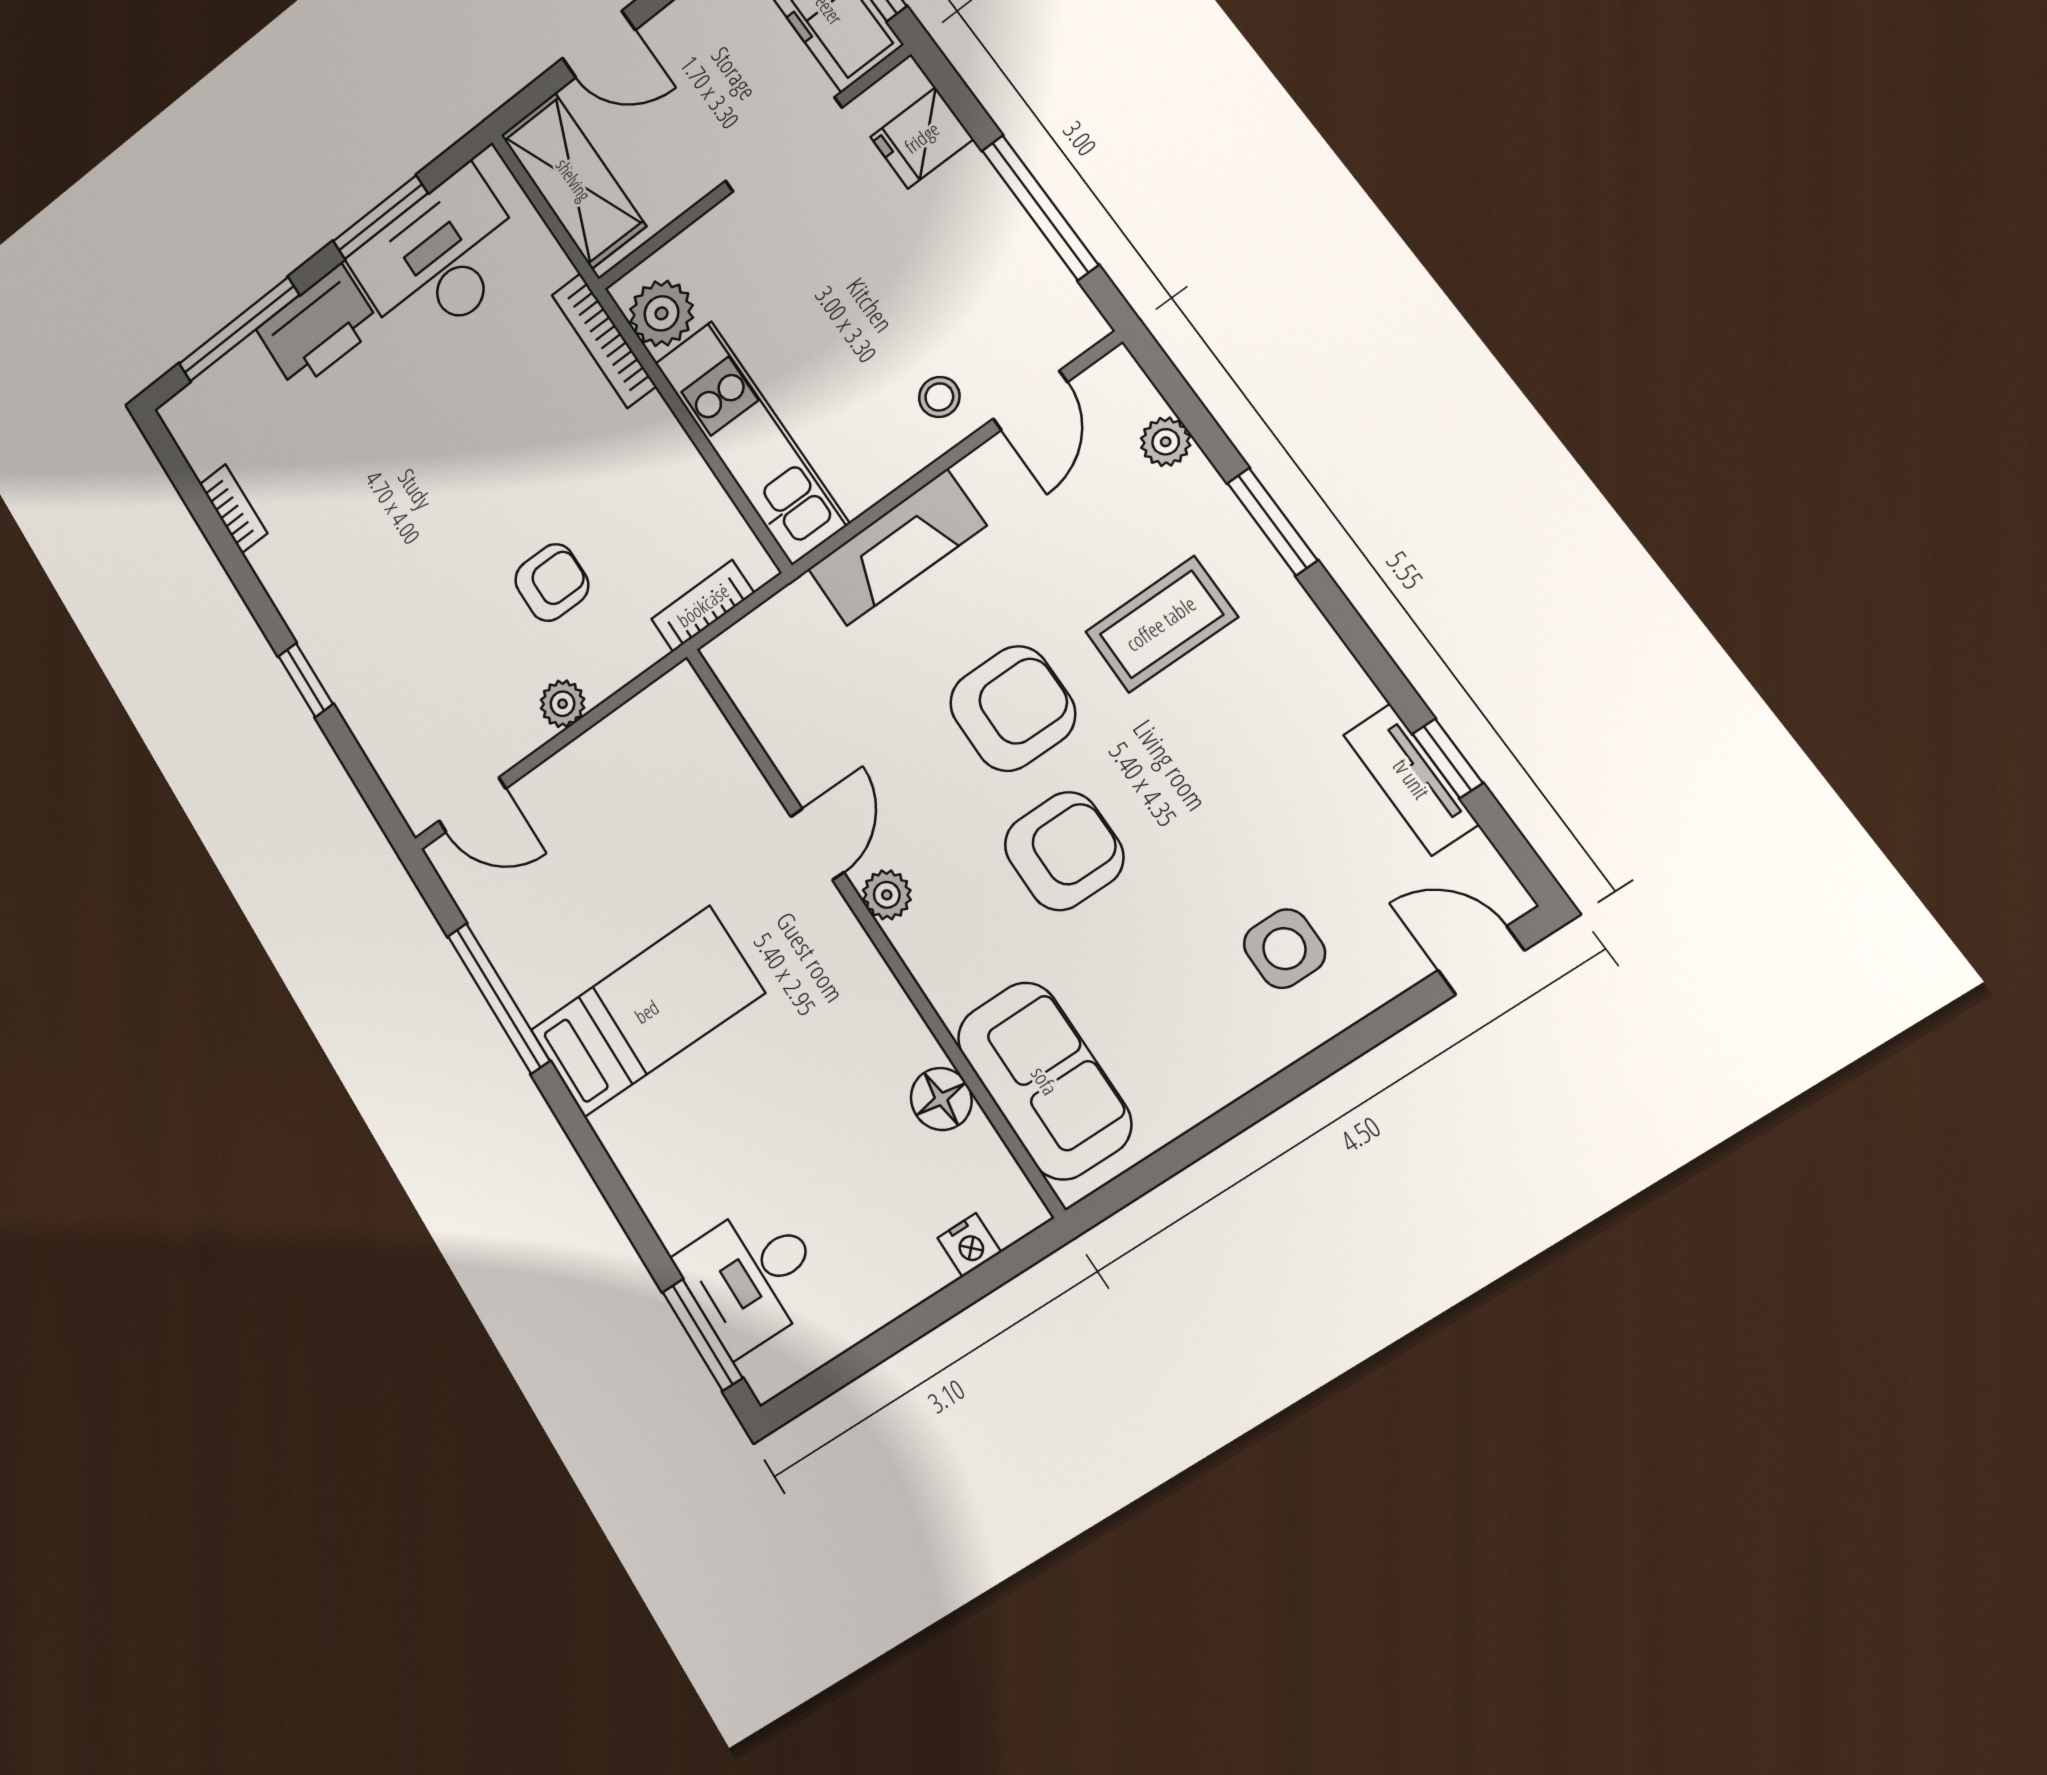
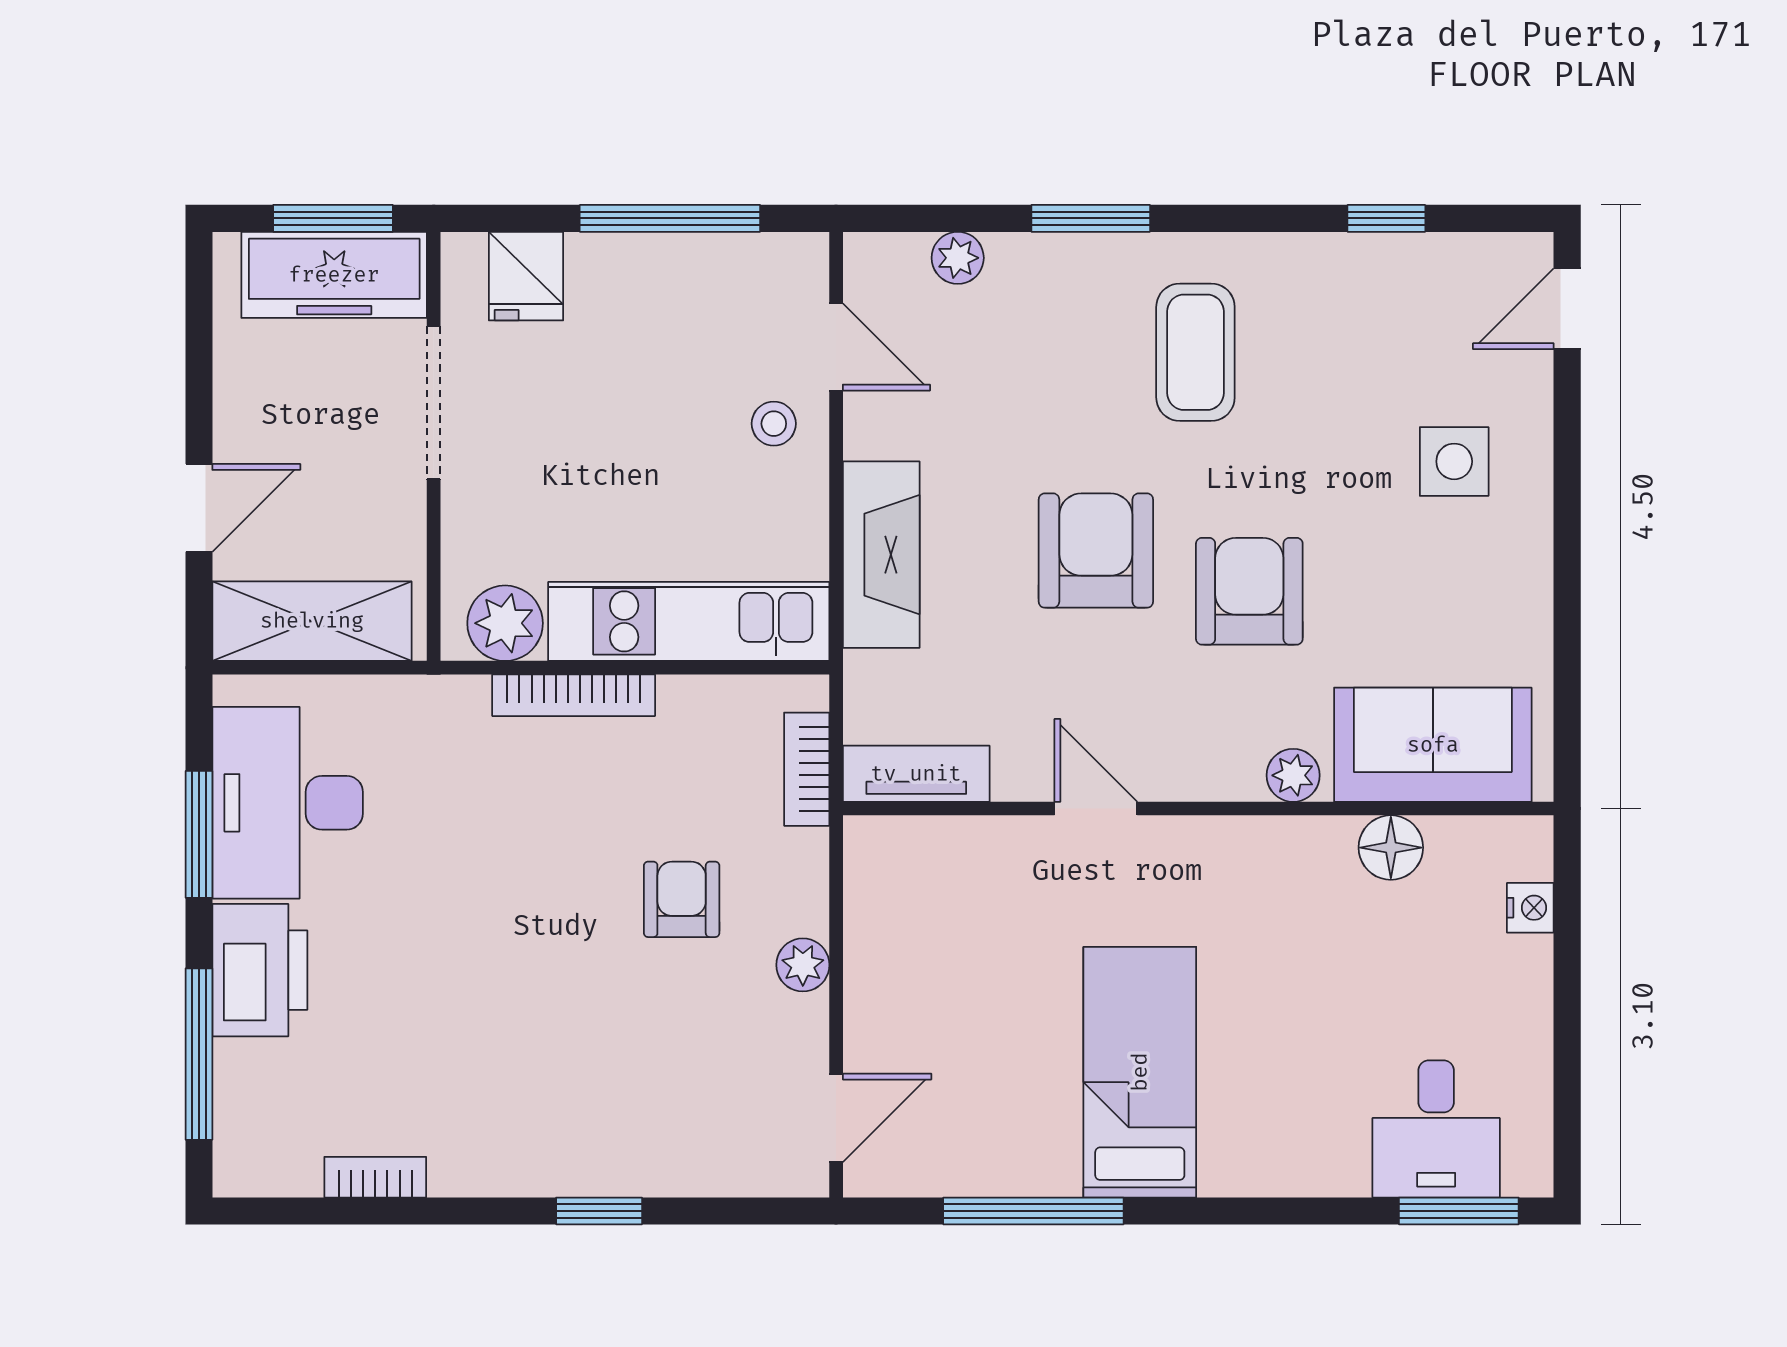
bookcase: (604, 340) -> (574, 695), moved
coffee table: (1161, 624) -> (1195, 352), moved
tv unit: (1411, 779) -> (916, 774), moved, turned 180
plant: (887, 895) -> (1293, 775), moved

